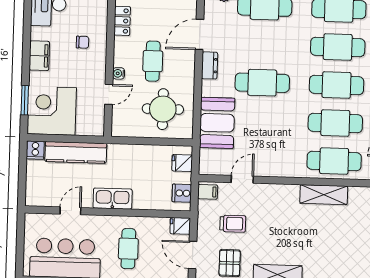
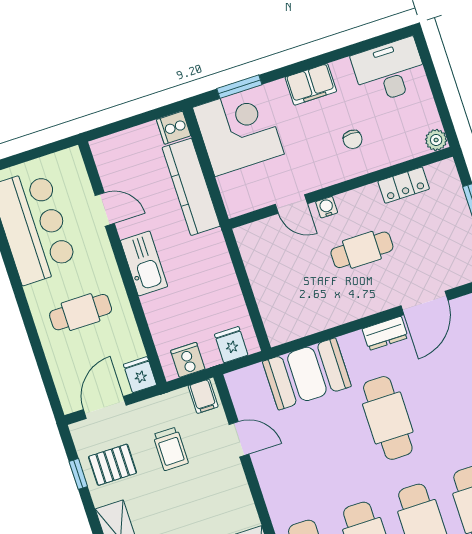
door: (200, 34) -> (424, 303), swing flipped
round table: (163, 109) -> (298, 289), removed

